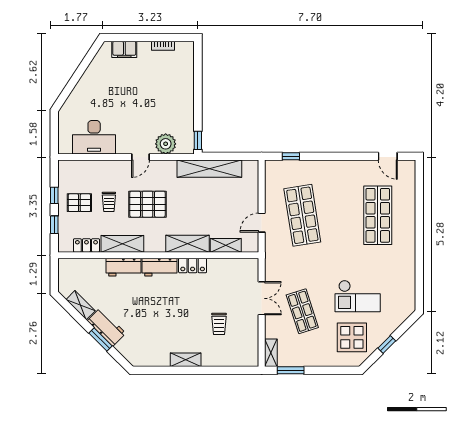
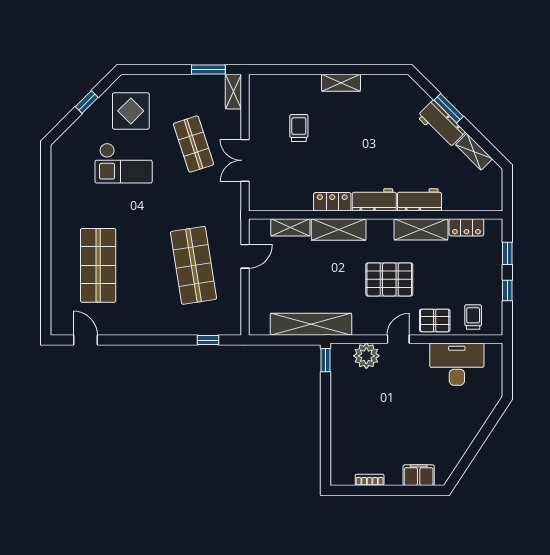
trolley: (109, 202) -> (473, 317), moved
pallet: (79, 203) -> (435, 320), moved
checkout: (358, 296) -> (124, 163), turned 180

